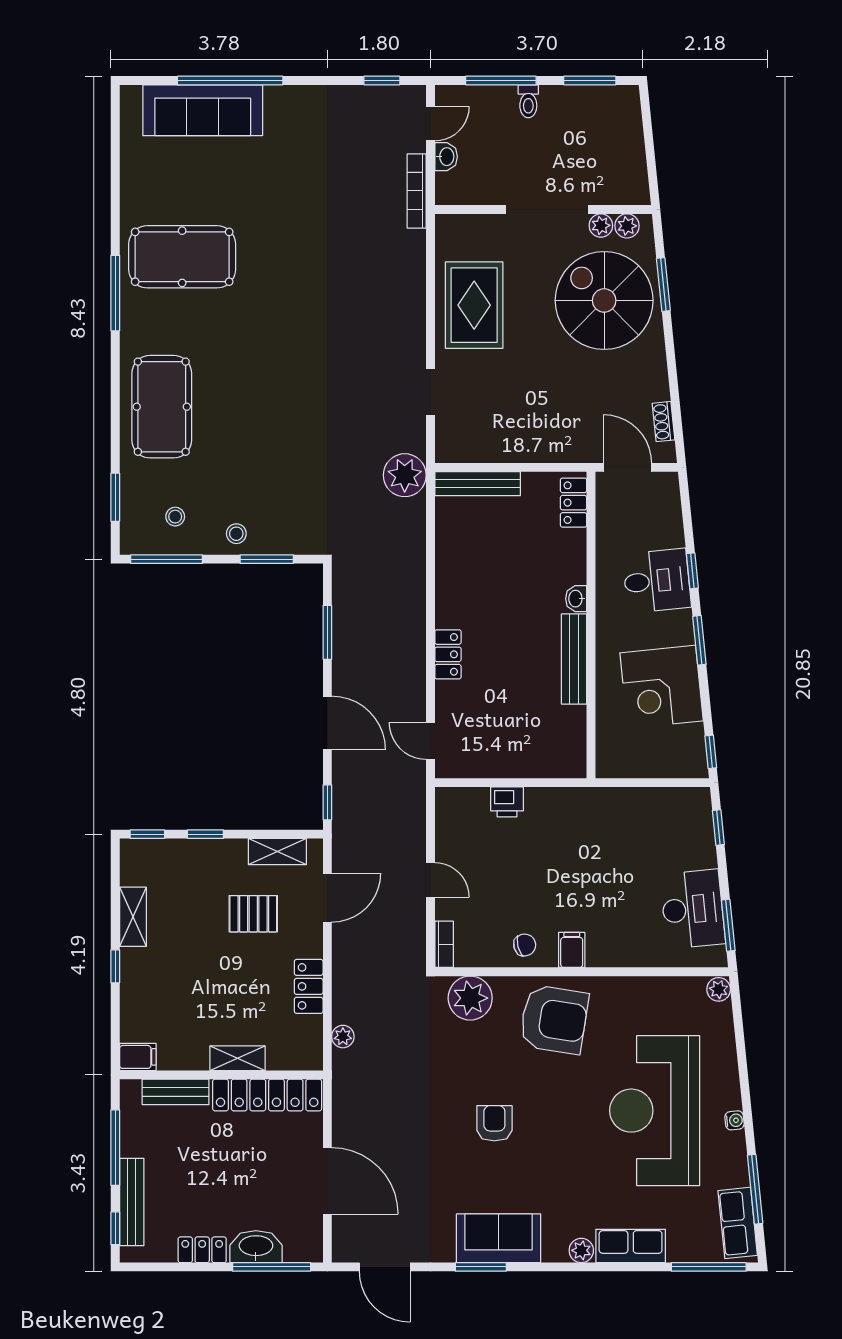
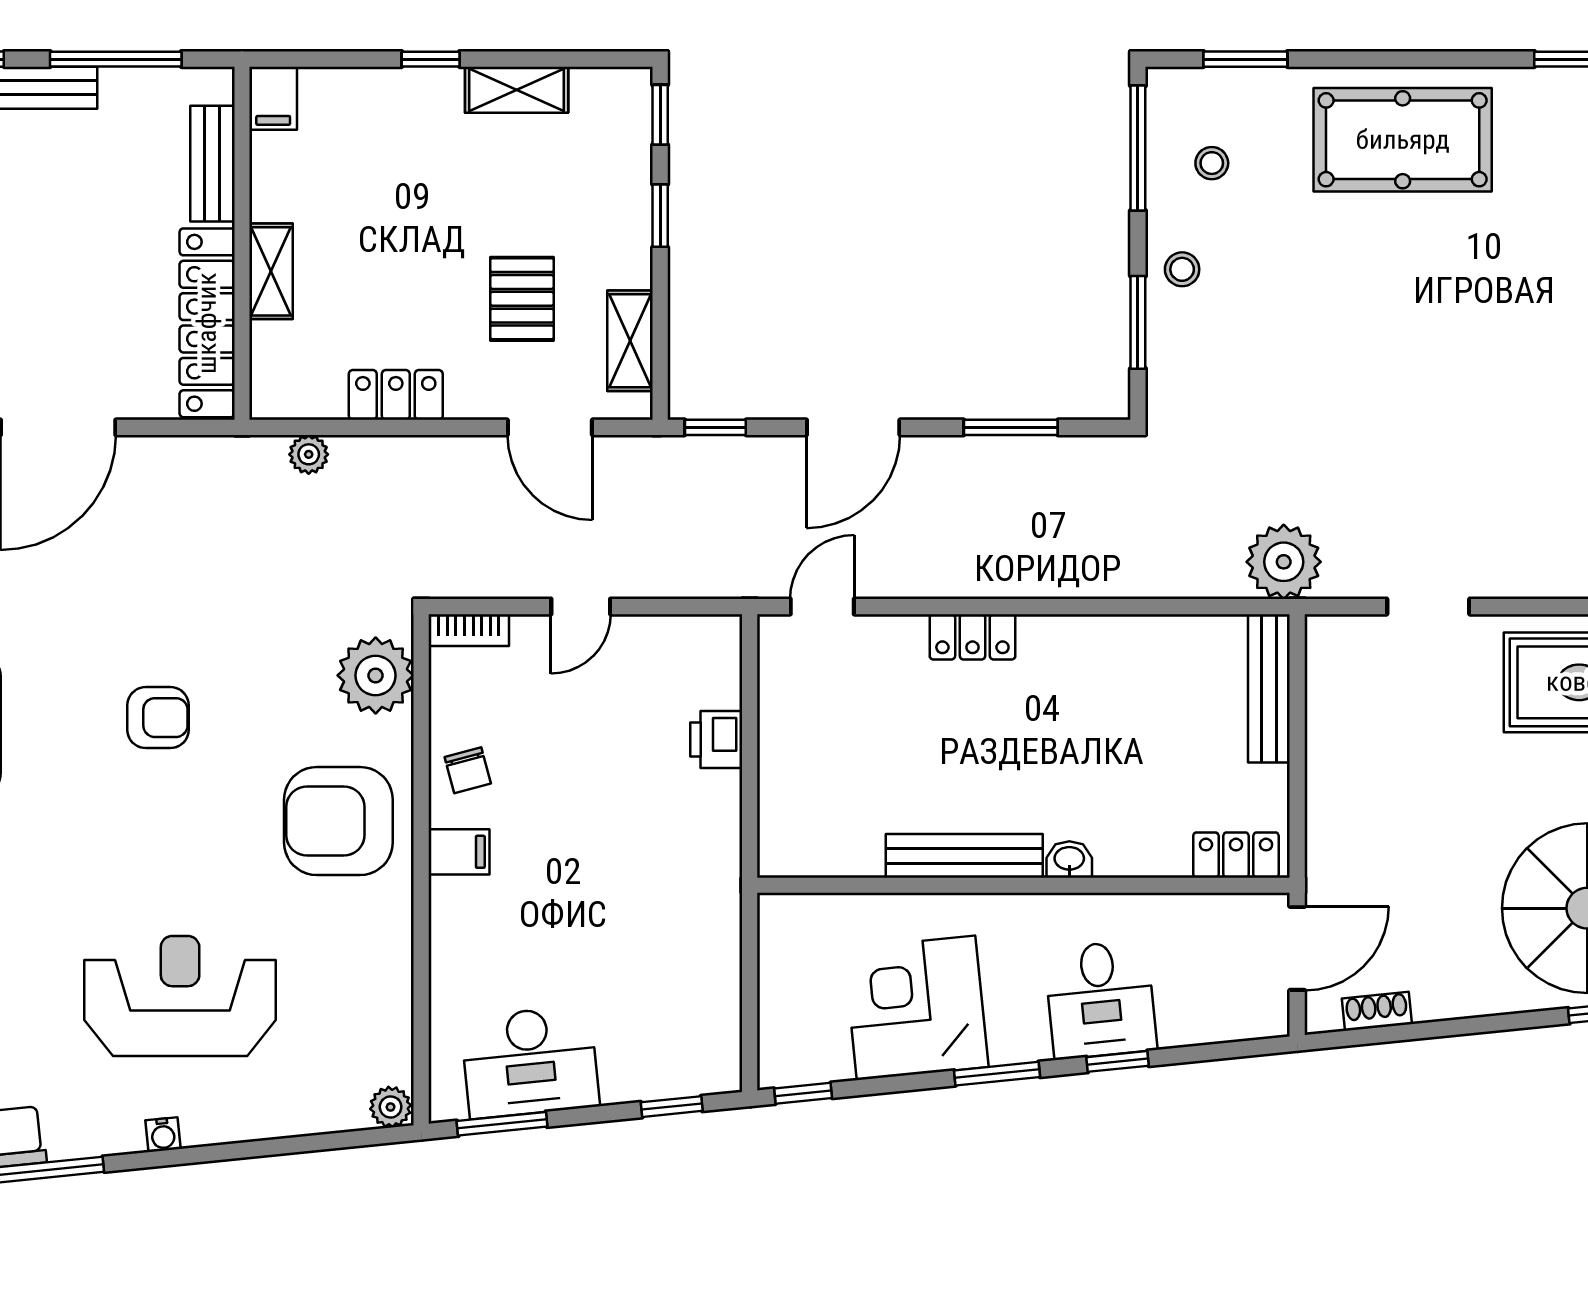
armchair: (554, 1019) -> (338, 821), turned 81
reception desk: (655, 1111) -> (180, 996), width x0.74, depth x0.77

